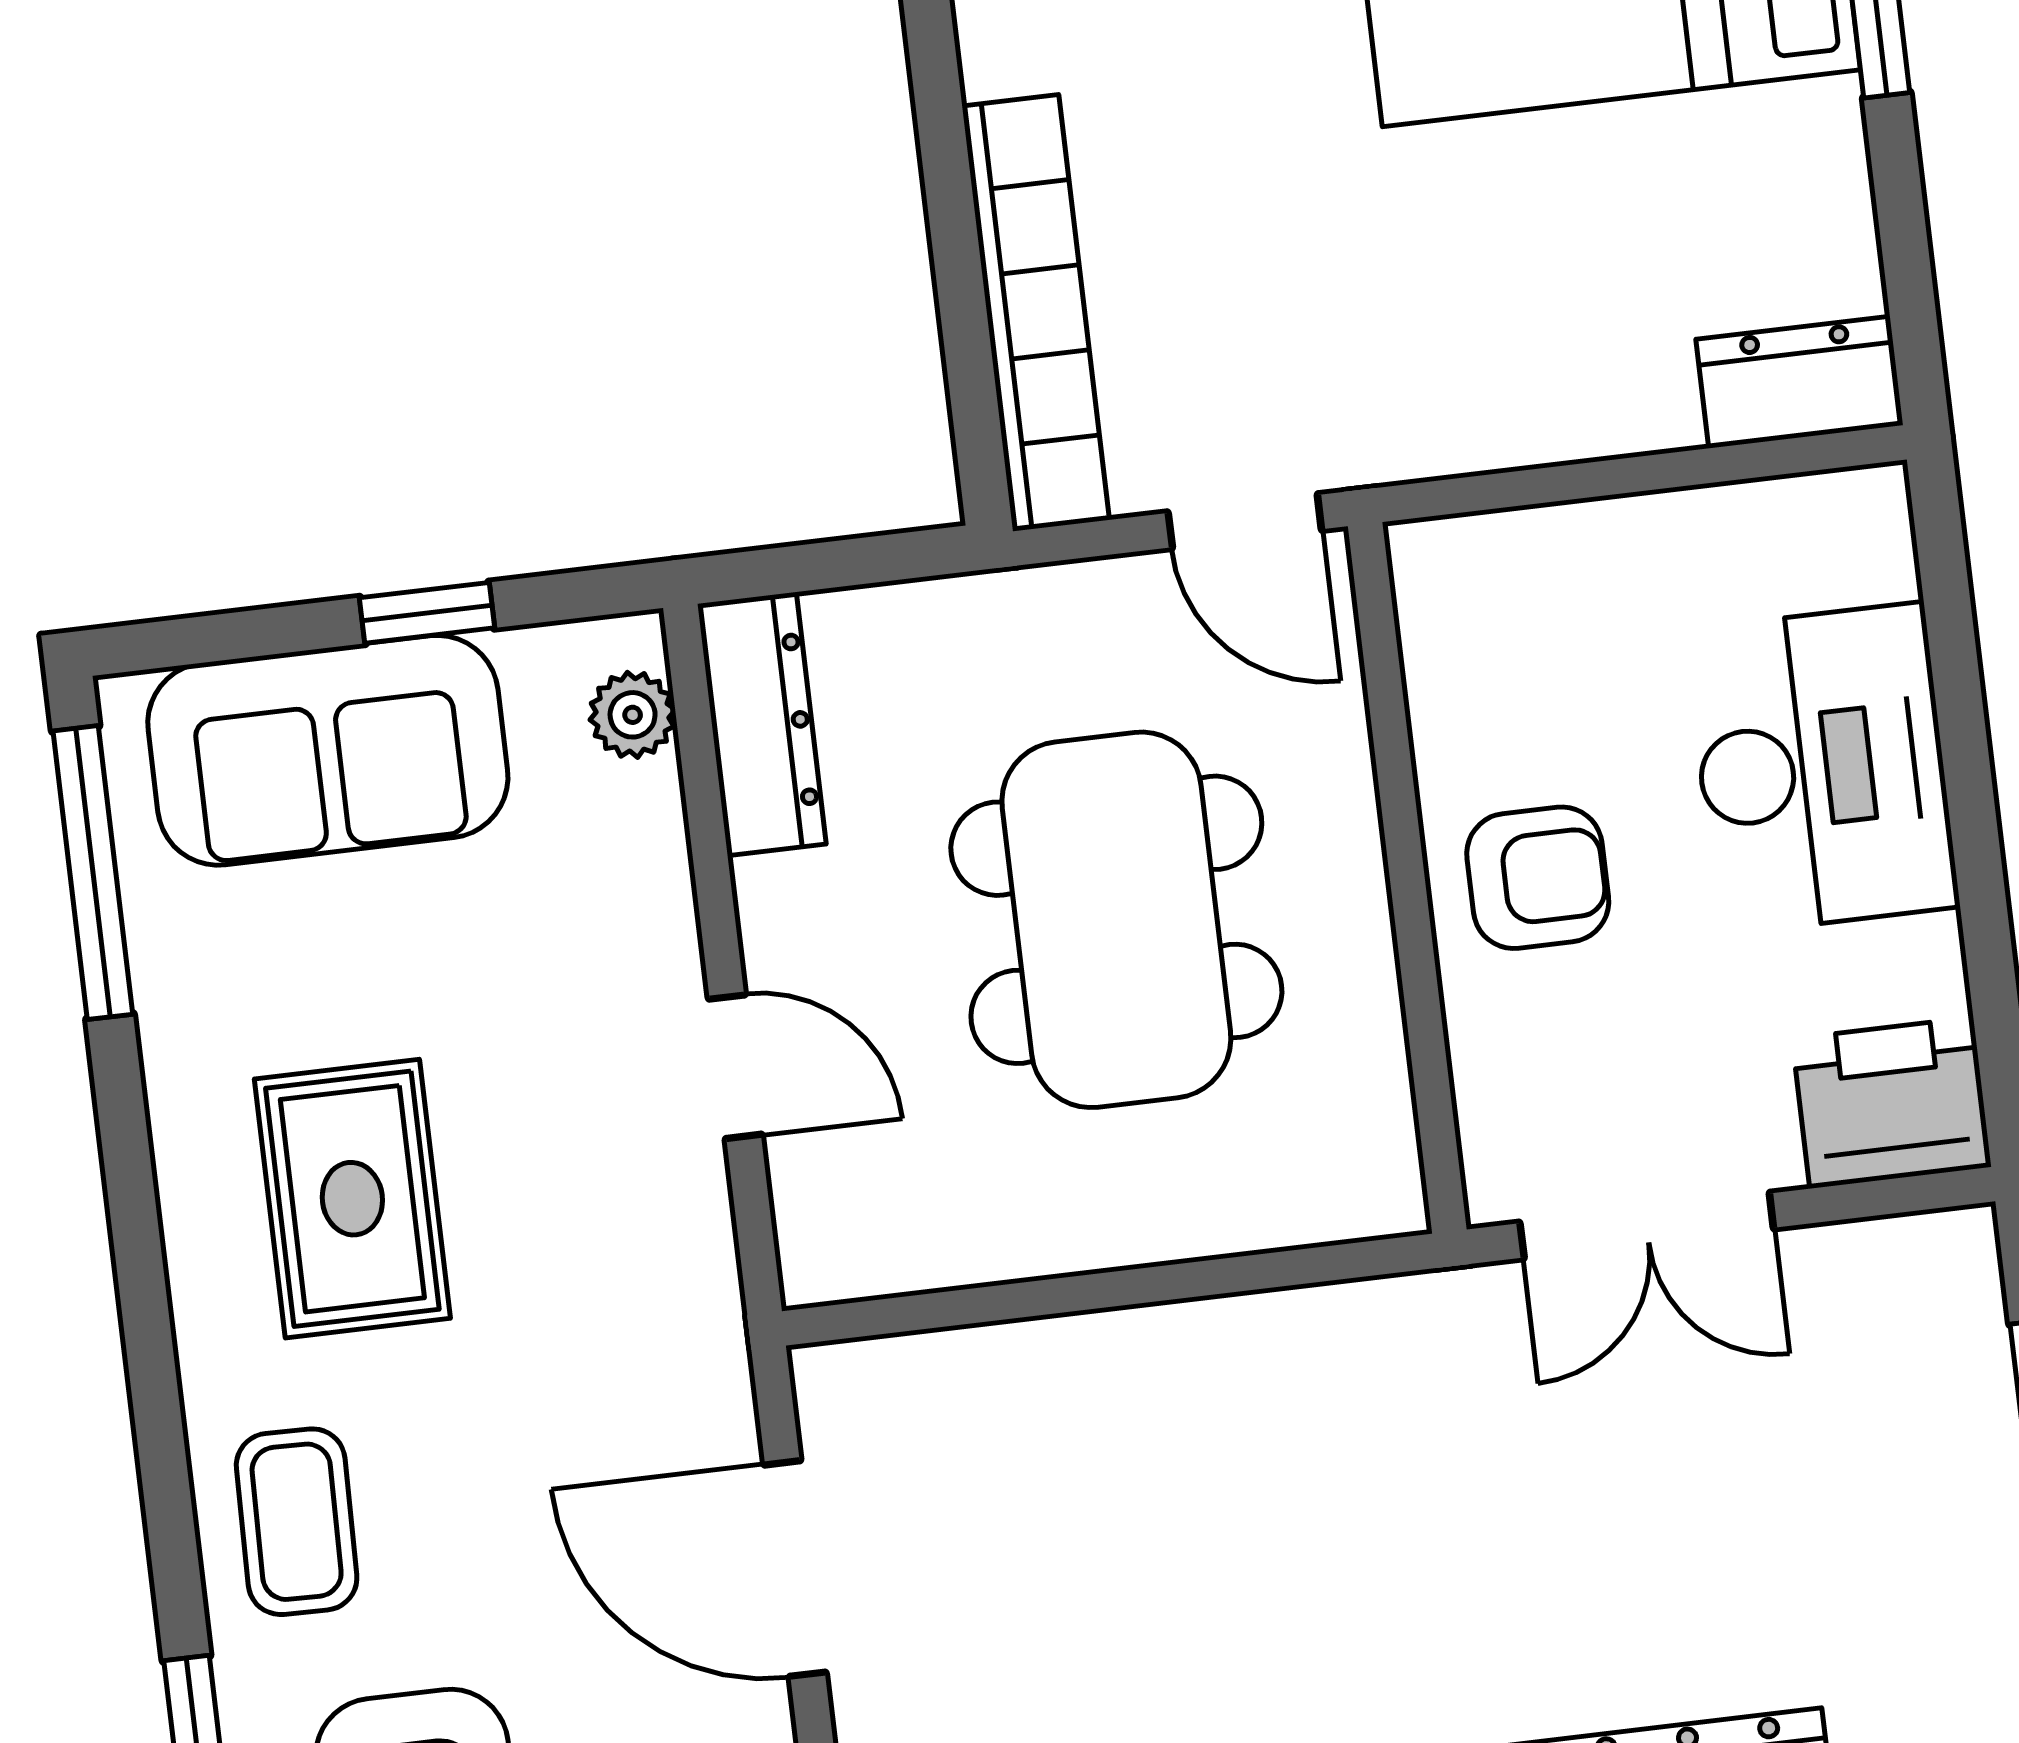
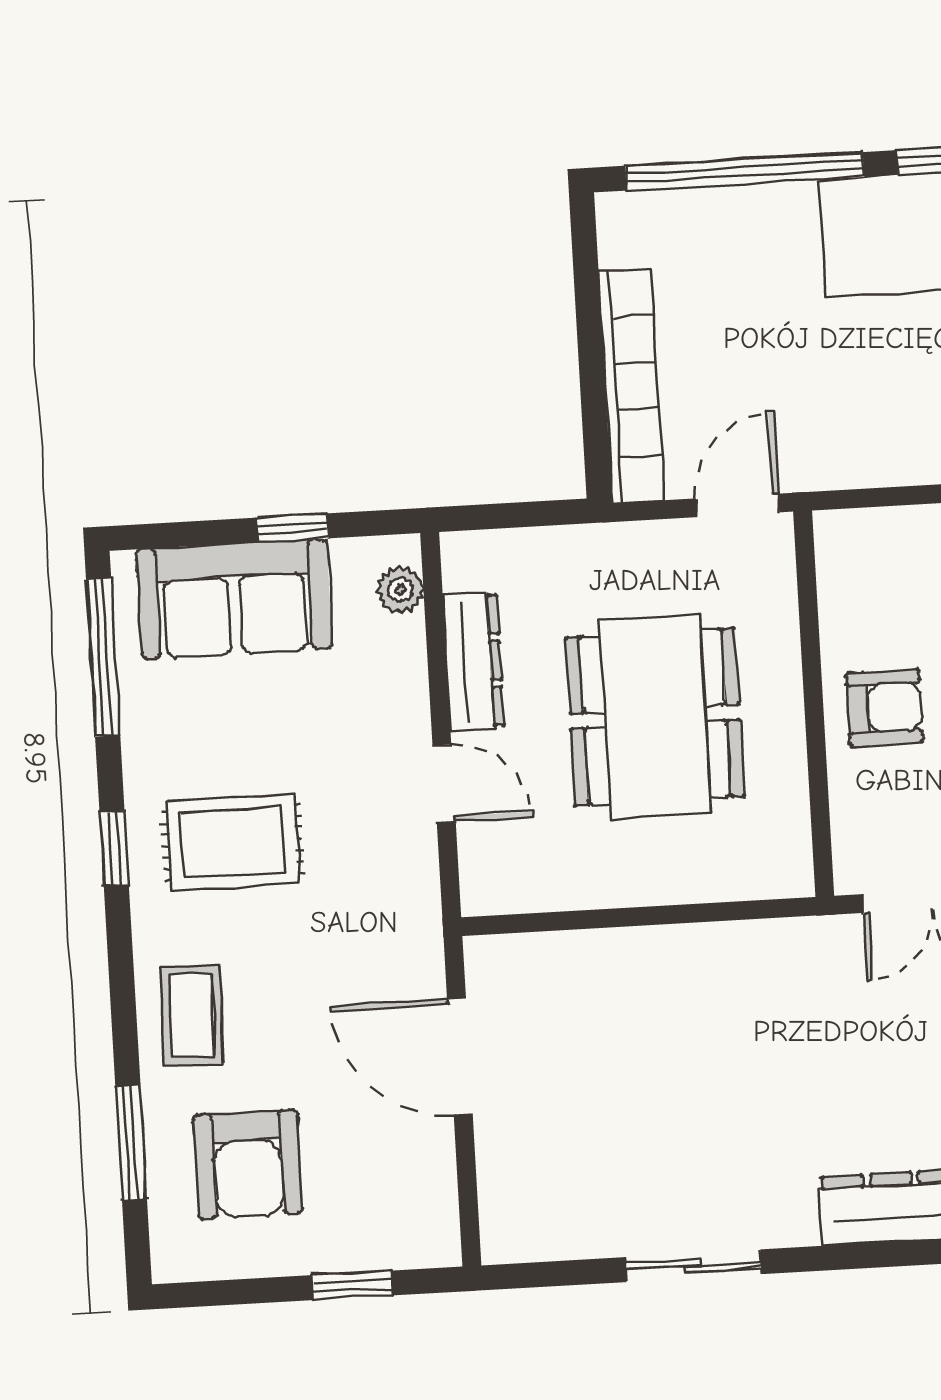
door: (1245, 521) -> (738, 505), swing flipped
dresser: (762, 724) -> (473, 662), moved
rug: (352, 1199) -> (233, 842), turned 90
window: (135, 1223) -> (114, 848), added

